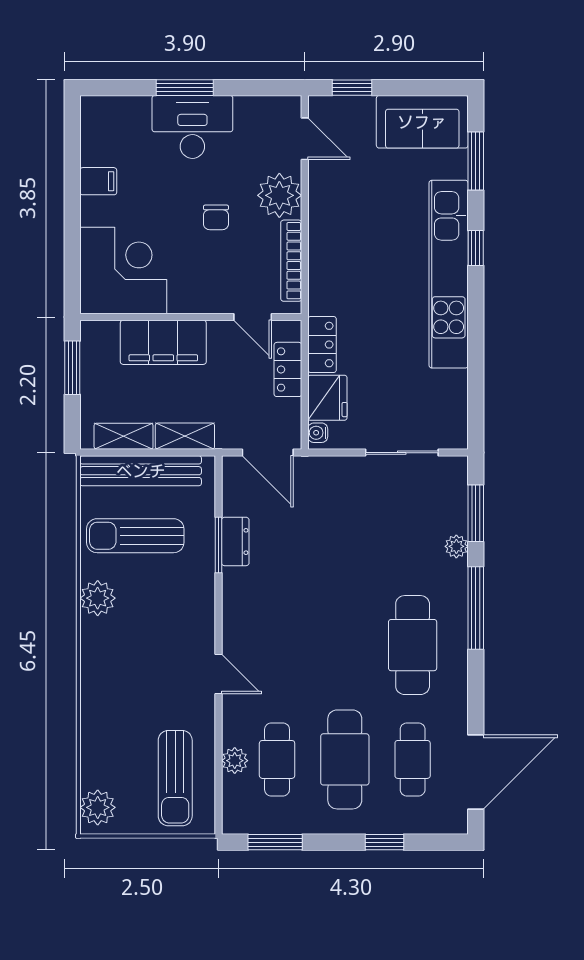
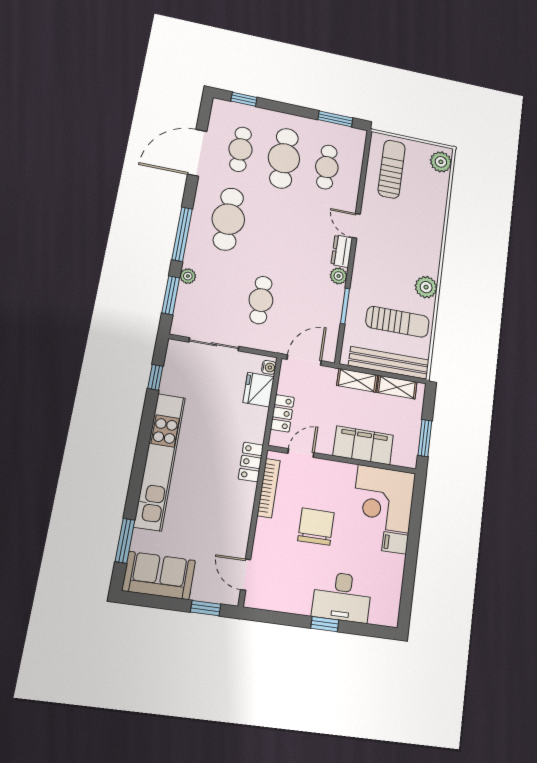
window: (185, 88) -> (325, 624), width x0.67
desk: (192, 127) -> (342, 597), moved
filing cabinet: (98, 181) -> (395, 543), moved
plant: (279, 195) -> (270, 536), removed
chair: (216, 217) -> (316, 527), width x1.87, depth x1.87
window: (476, 248) -> (155, 377), moved
door: (253, 317) -> (301, 453), hinge flipped
locker: (322, 345) -> (251, 462), moved
door: (268, 453) -> (304, 360), hinge flipped
cafe table: (345, 531) -> (261, 300), added
dresser: (235, 541) -> (342, 251), moved
plant: (235, 761) -> (339, 276), moved
door: (476, 772) -> (197, 153), moved
window: (385, 842) -> (244, 99), moved

